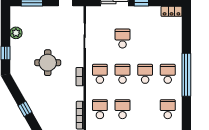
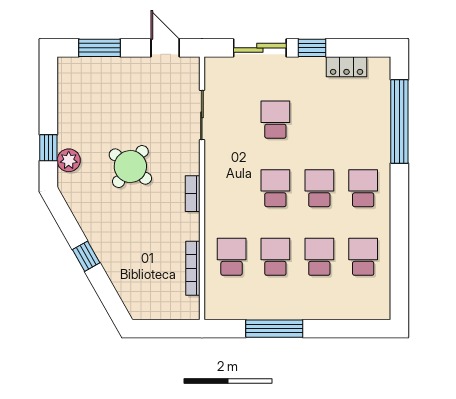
locker: (171, 11) -> (347, 67), moved
plant: (16, 33) -> (69, 160), moved
round table: (48, 63) -> (130, 167), turned 38
school desk: (100, 74) -> (319, 257), moved
window: (186, 75) -> (399, 121), moved

